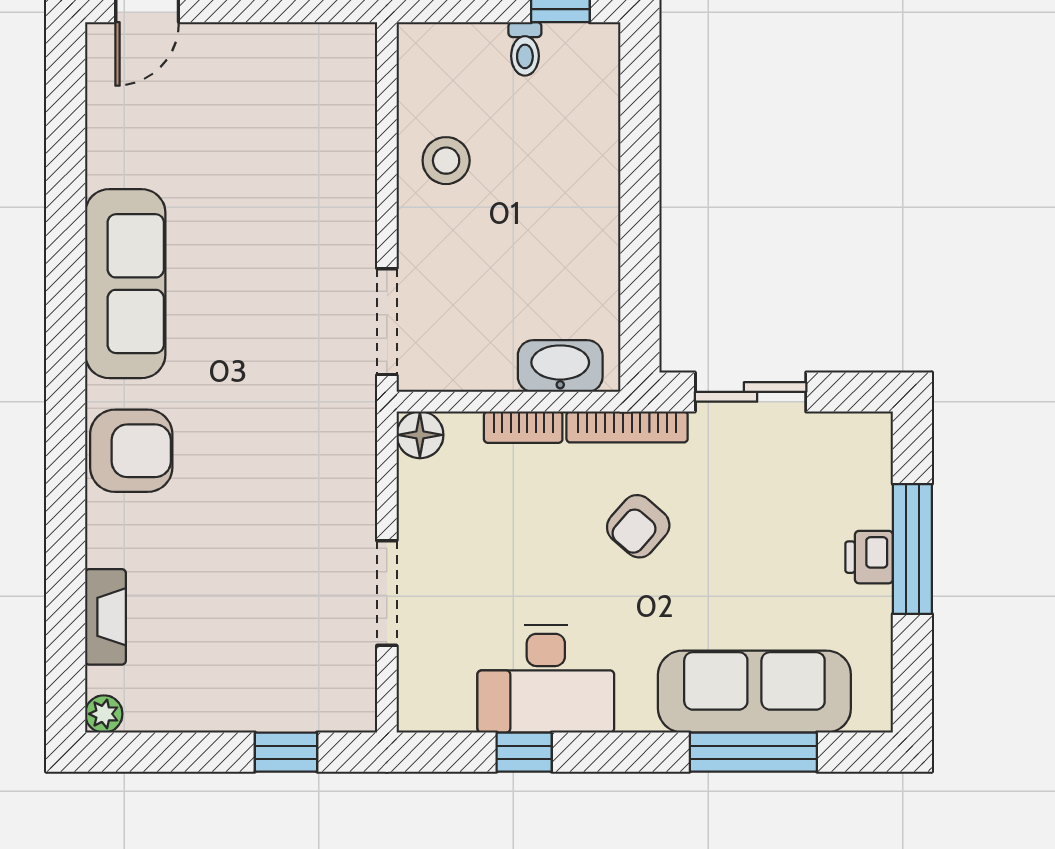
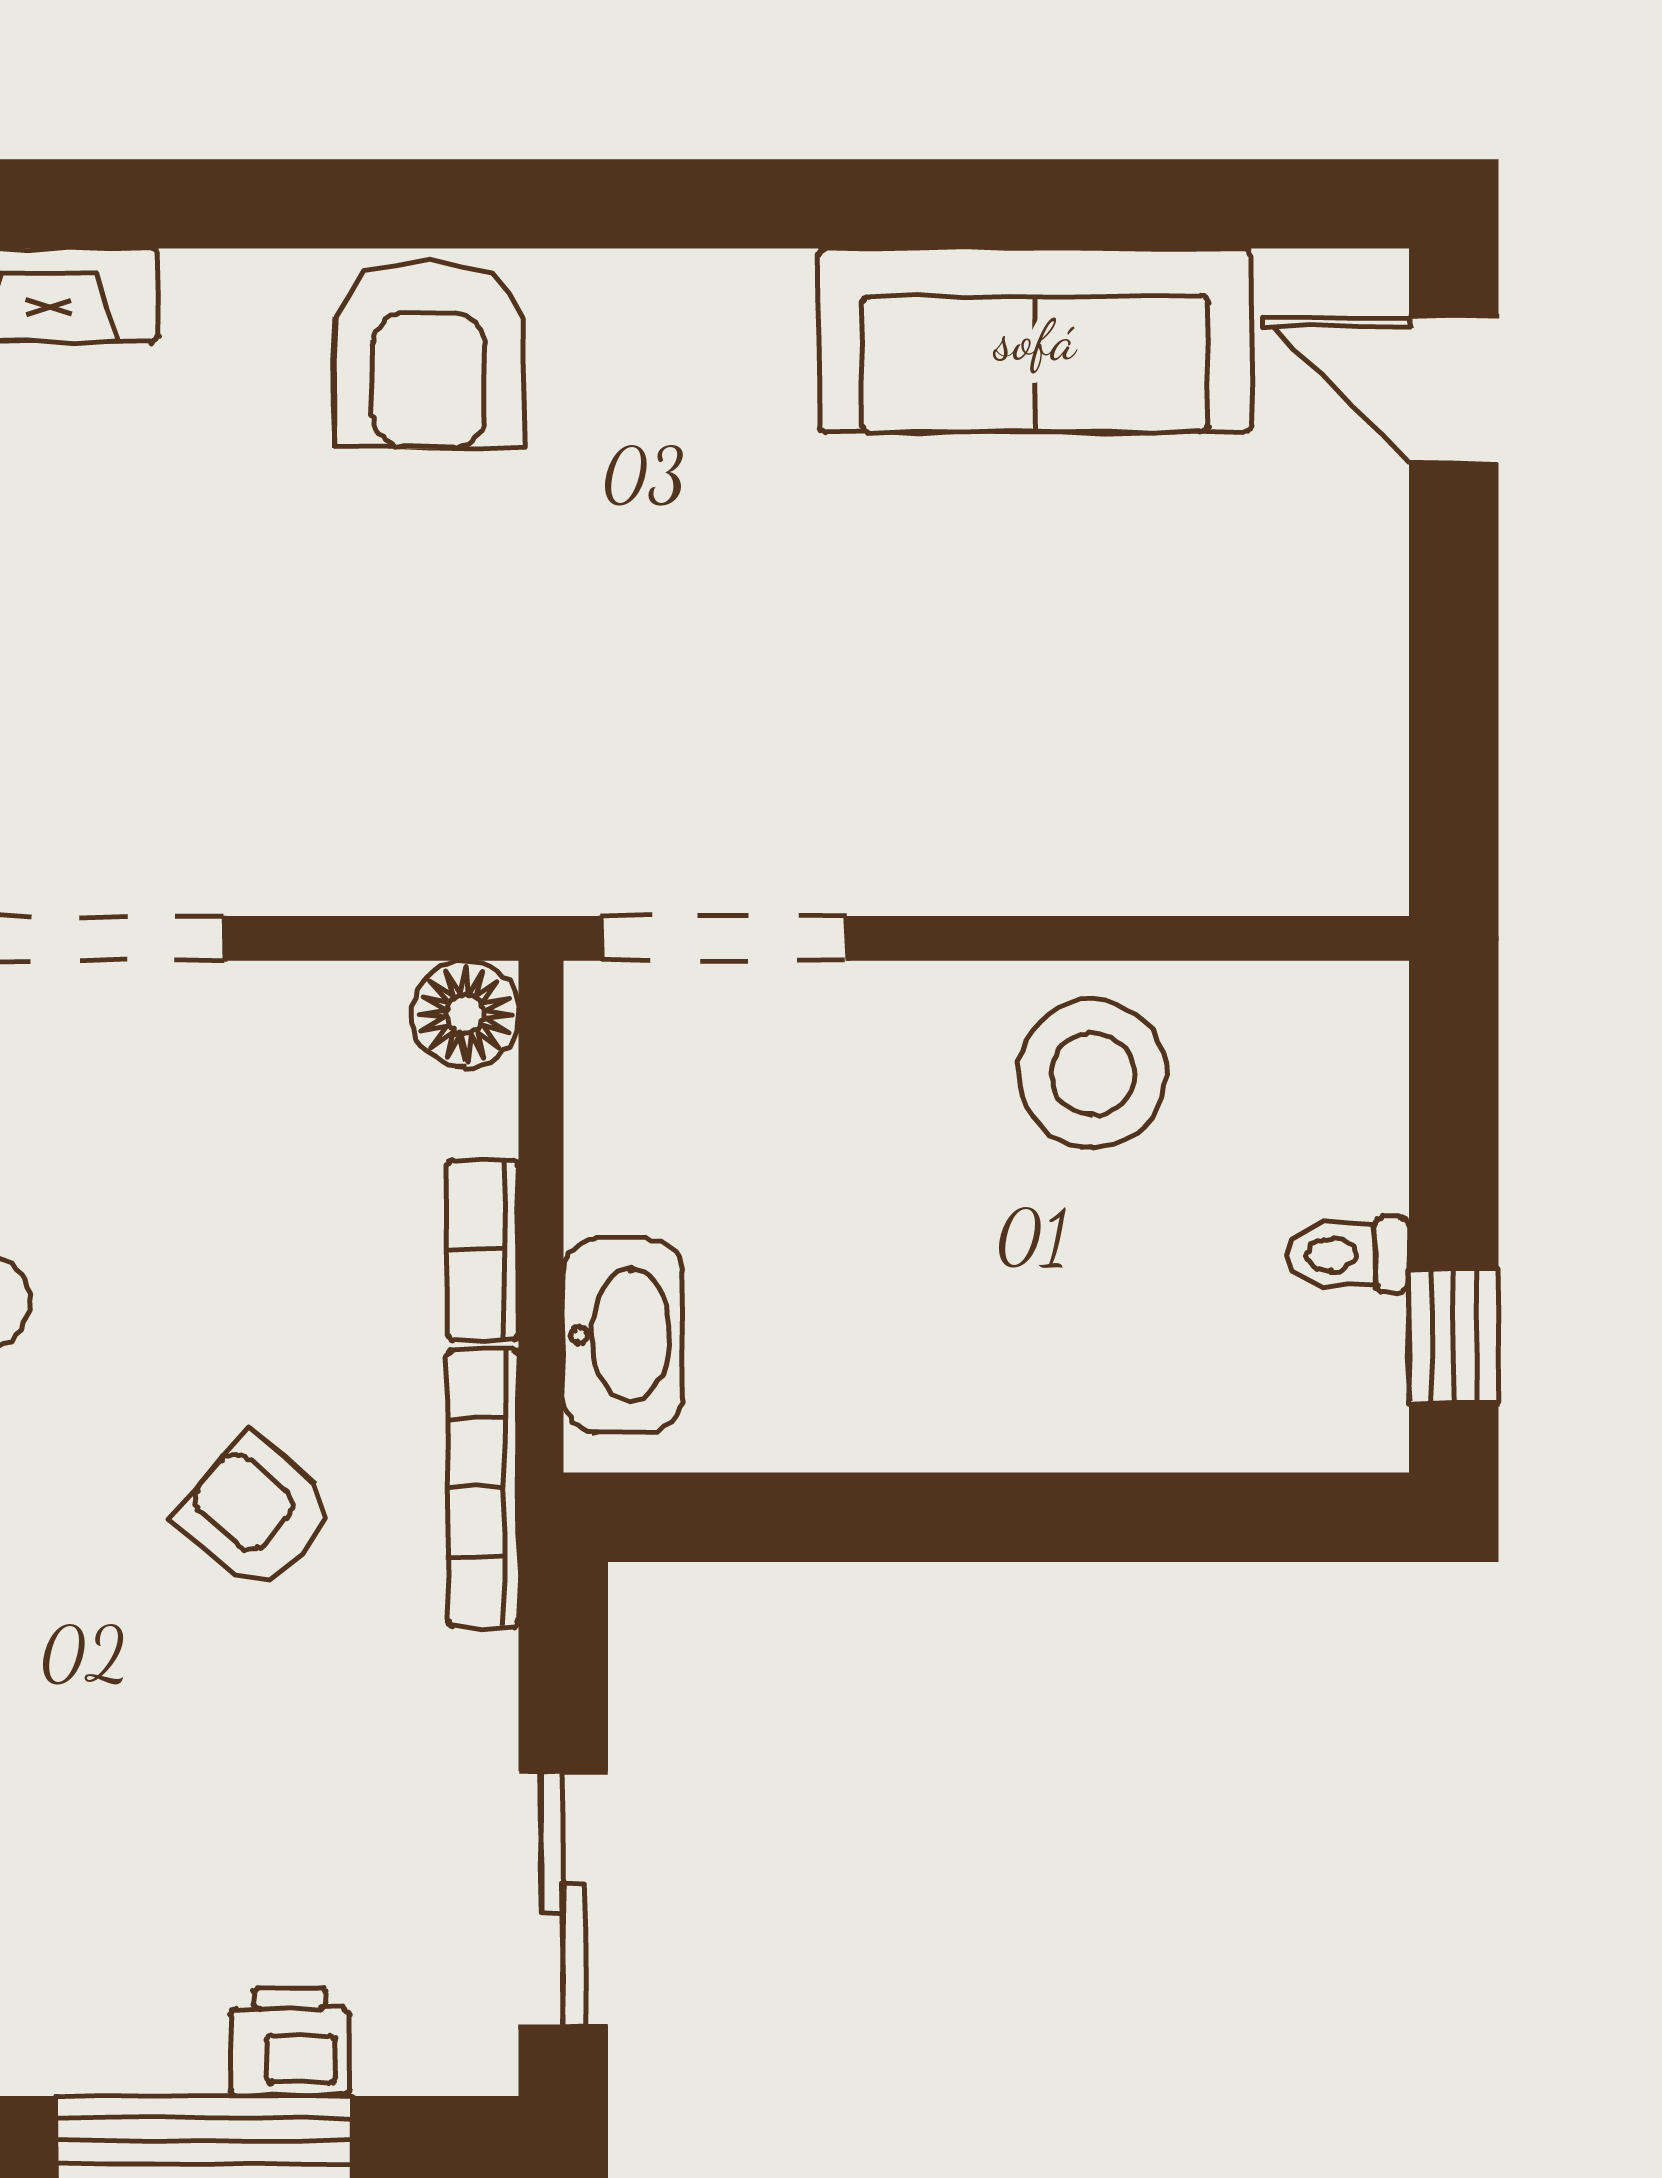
stool: (446, 161) -> (1093, 1074), width x1.38, depth x1.38
sofa: (125, 284) -> (1035, 340), moved
sliding door: (751, 392) -> (563, 1899), moved
printer: (869, 557) -> (290, 2042), moved

